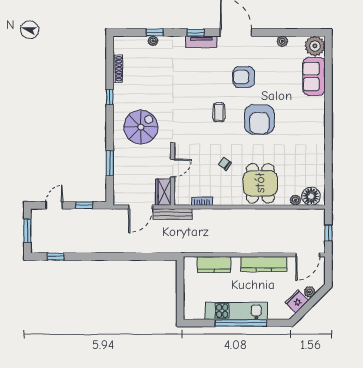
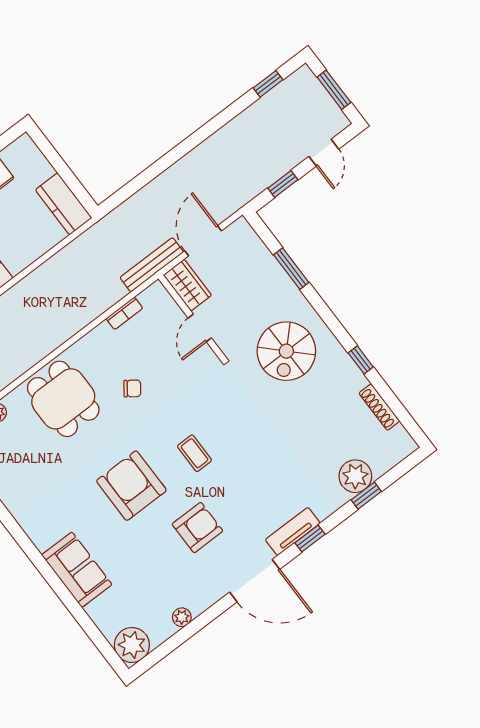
plant: (153, 41) -> (355, 476), width x1.88, depth x1.88
sofa: (314, 76) -> (77, 570), moved
kitchen counter: (214, 265) -> (64, 204), moved, turned -90

